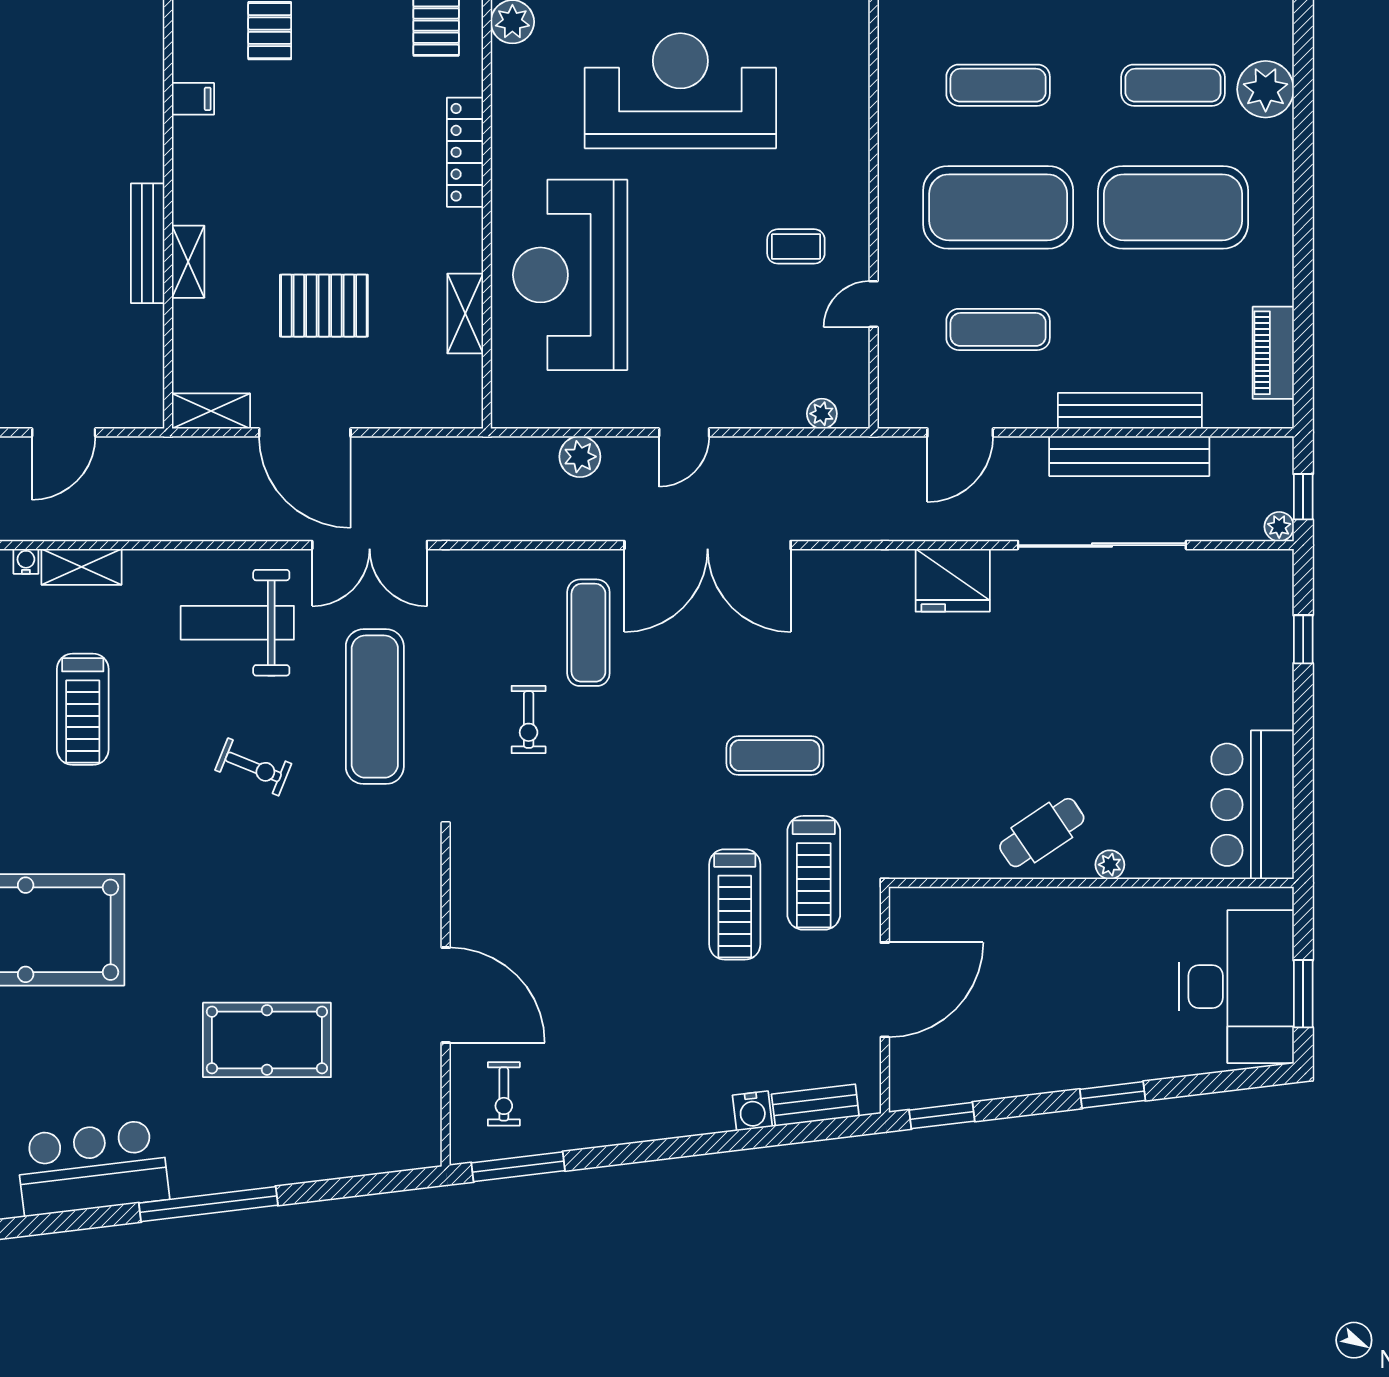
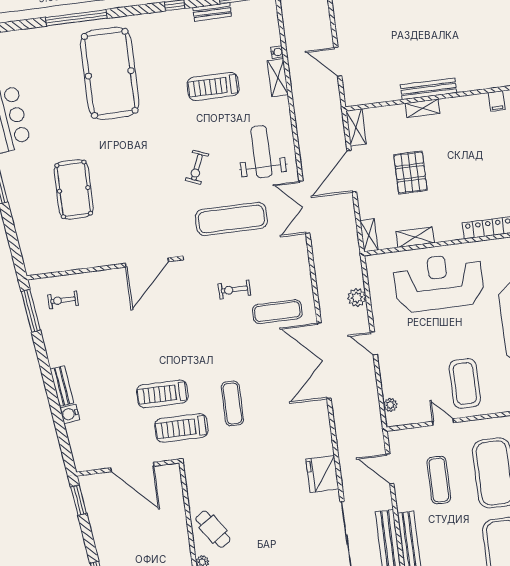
coffee table: (796, 246) -> (465, 383), width x1.86, depth x1.72
shelving: (448, 413) -> (369, 235), added
door: (446, 995) -> (147, 262), moved
bench: (815, 1105) -> (62, 386), moved

